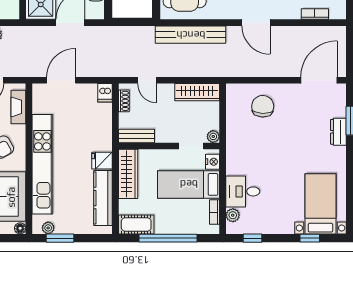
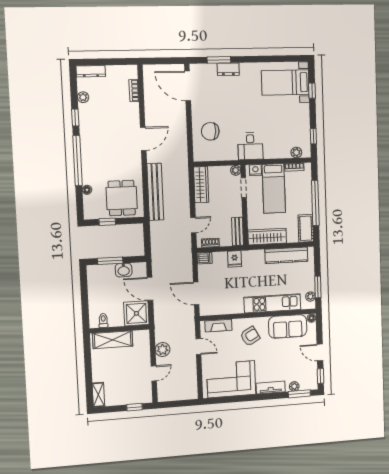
fridge: (102, 161) -> (235, 259), moved
kitchen unit: (42, 164) -> (272, 303), width x0.73
desk: (243, 191) -> (250, 146), moved

